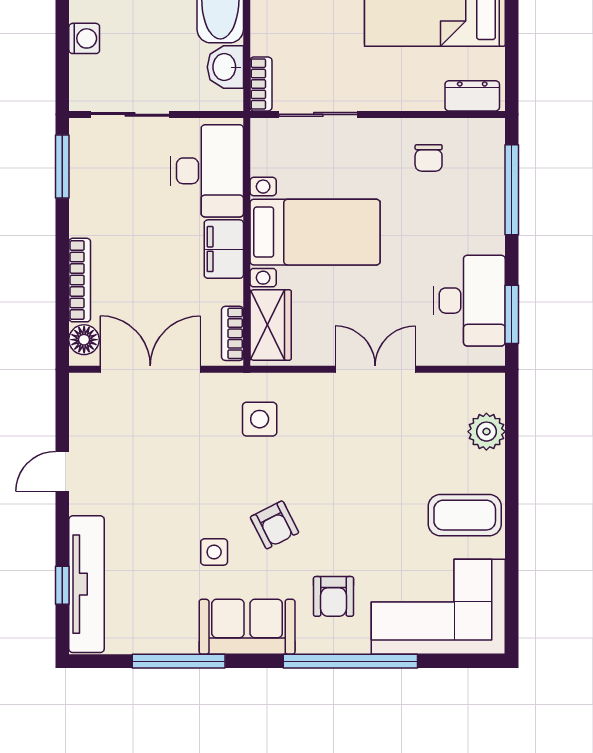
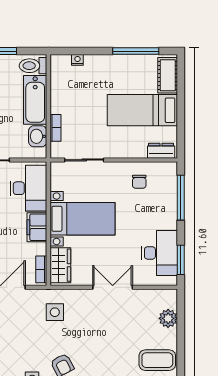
bookcase: (261, 84) -> (55, 128), moved

